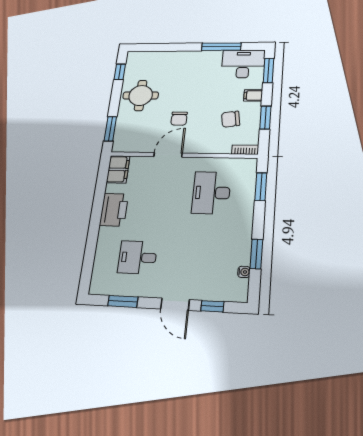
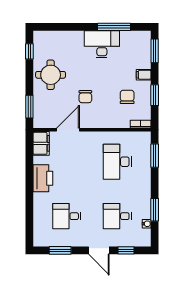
desk: (243, 64) -> (102, 44), moved
chair: (231, 119) -> (127, 97), turned 98
door: (168, 155) -> (68, 130), moved
desk: (205, 260) -> (117, 216), added

